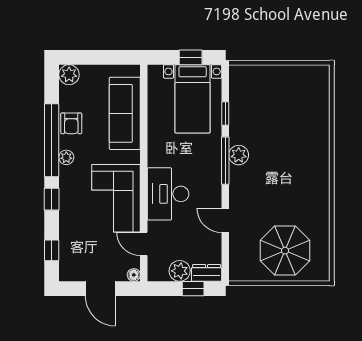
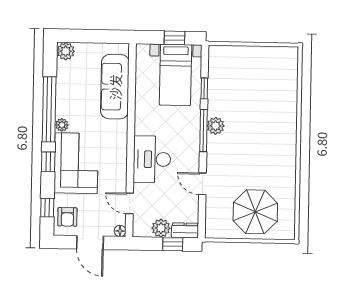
armchair: (71, 123) -> (67, 217), moved
corner sofa: (116, 198) -> (76, 163), moved, turned 180

